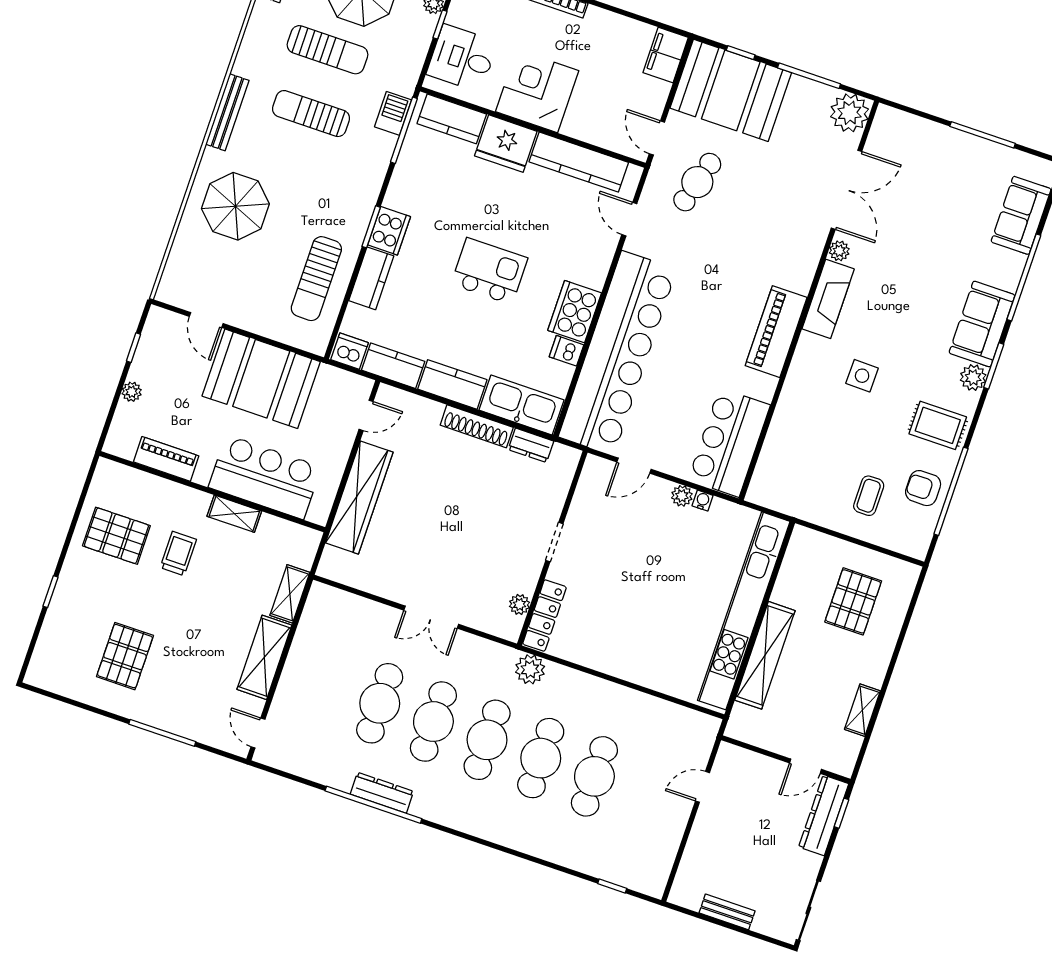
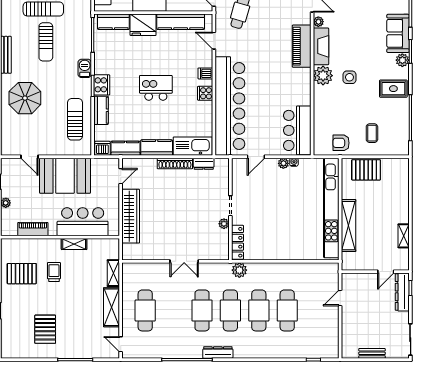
barbecue: (393, 113) -> (85, 68), moved
sun lounger: (311, 114) -> (46, 42), turned -90
sun lounger: (316, 279) -> (75, 119), turned 180
cooker: (575, 312) -> (205, 93), width x0.53, depth x0.76
piano: (776, 332) -> (302, 46), moved
dishwasher: (567, 351) -> (205, 73), moved
plant: (813, 355) -> (323, 76), added
armchair: (923, 488) -> (341, 143), moved
pallet: (853, 601) -> (366, 170), moved, turned 90
plant: (520, 604) -> (224, 224), moved
cafe table: (380, 703) -> (145, 310), moved
dresser: (382, 793) -> (218, 353), moved

